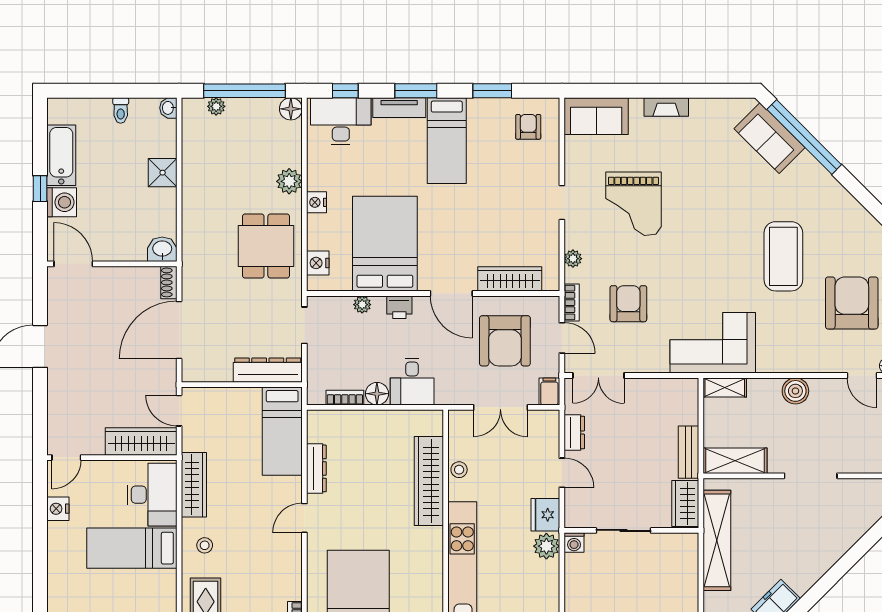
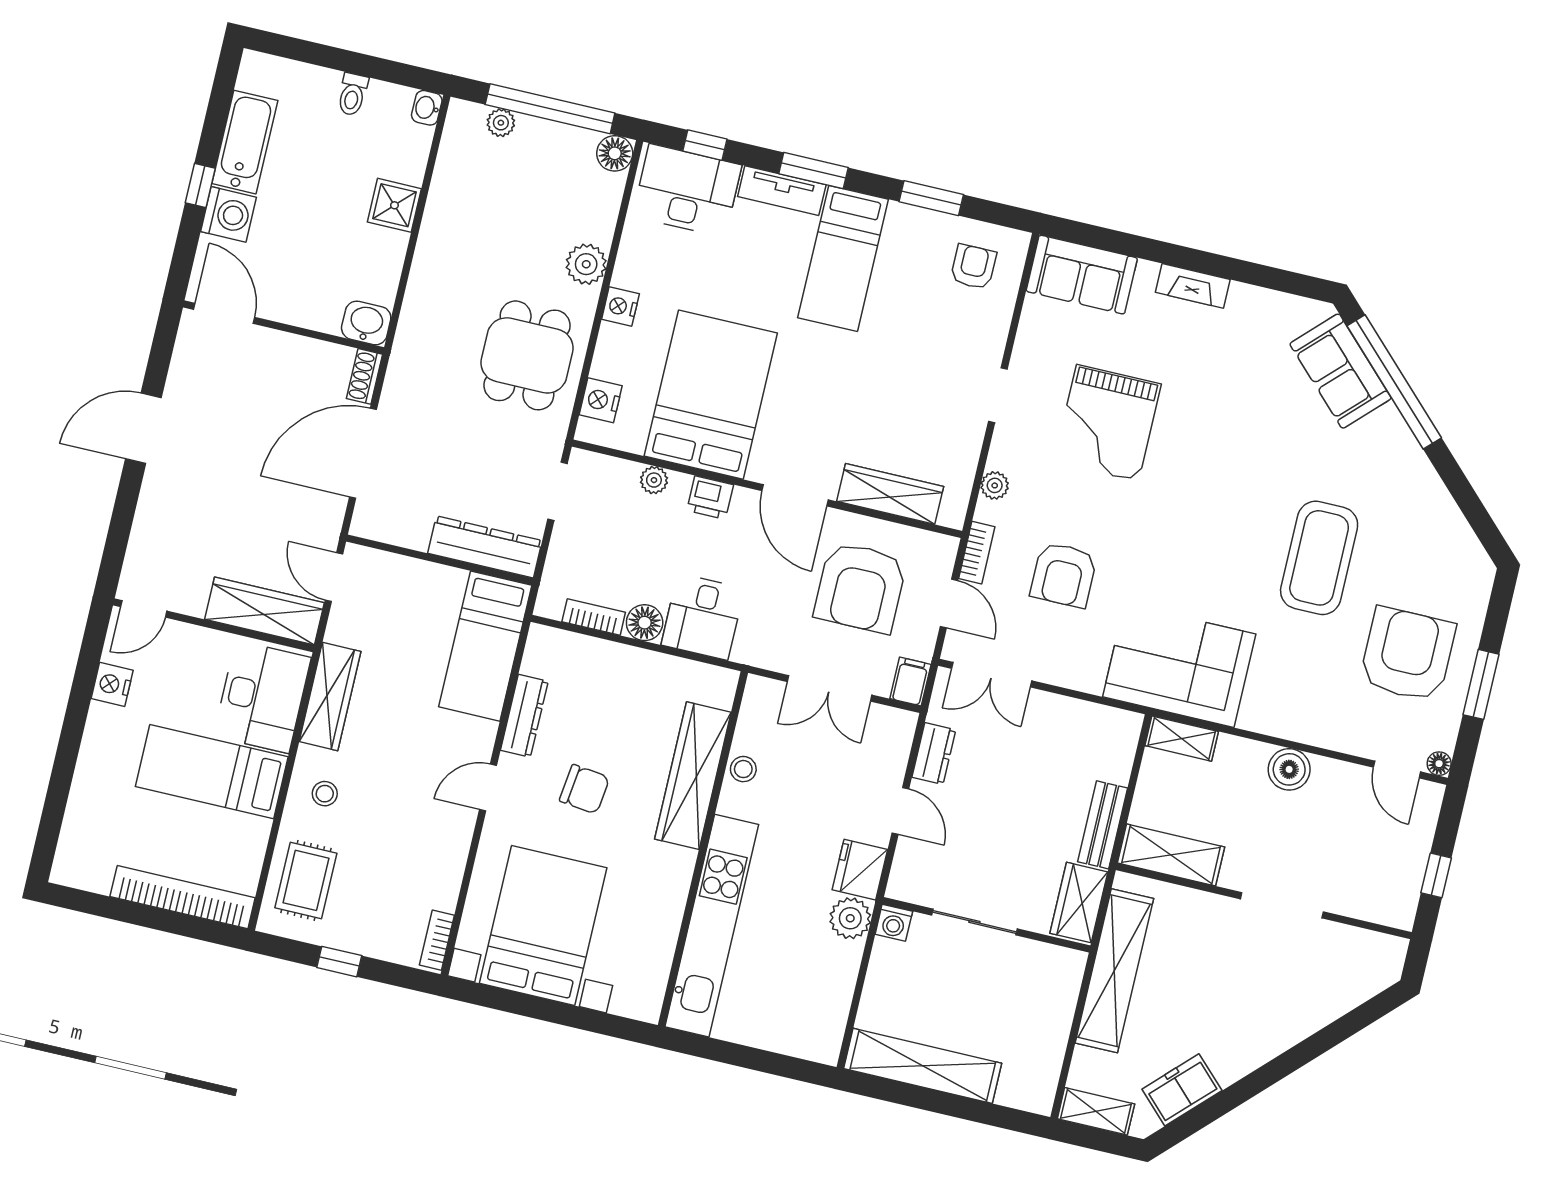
armchair: (628, 304) -> (1064, 575), turned 180
chair: (364, 505) -> (584, 789), added

